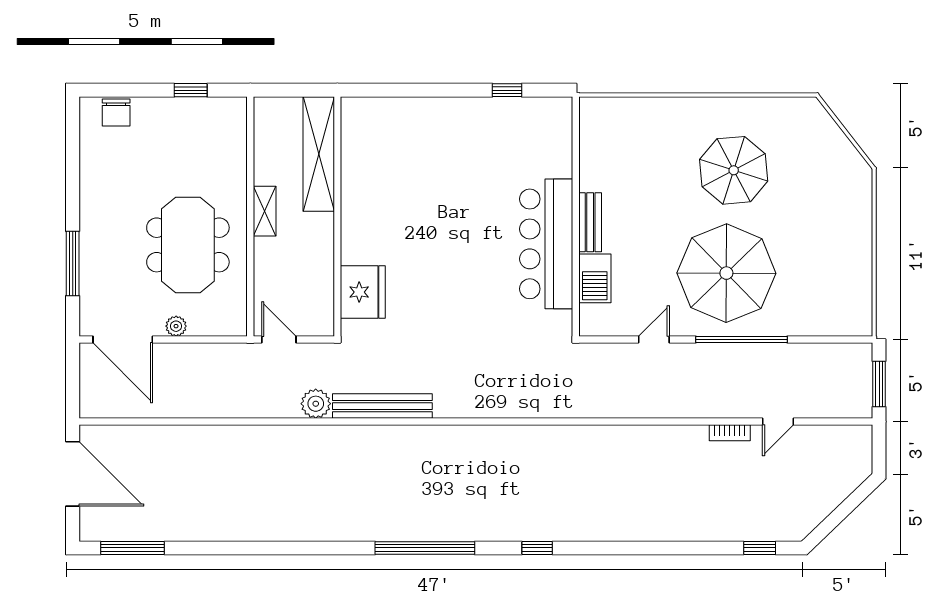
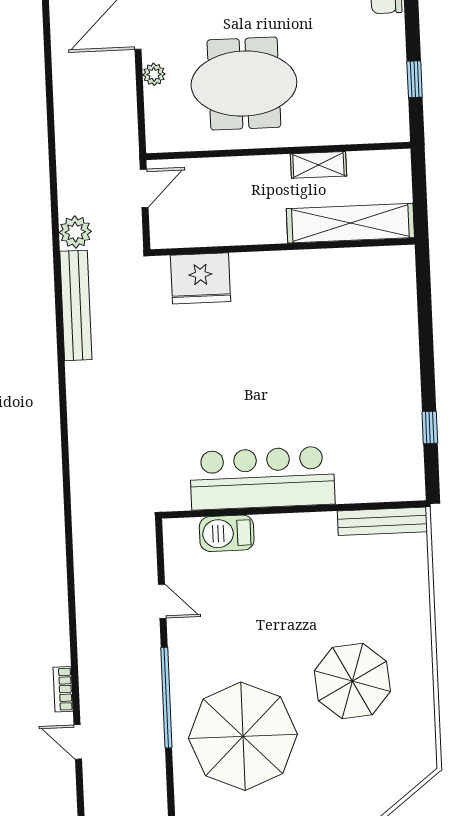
shelving: (265, 211) -> (318, 165), moved
bench: (590, 222) -> (382, 521), moved, width x1.36
parasol: (726, 273) -> (243, 736), moved

